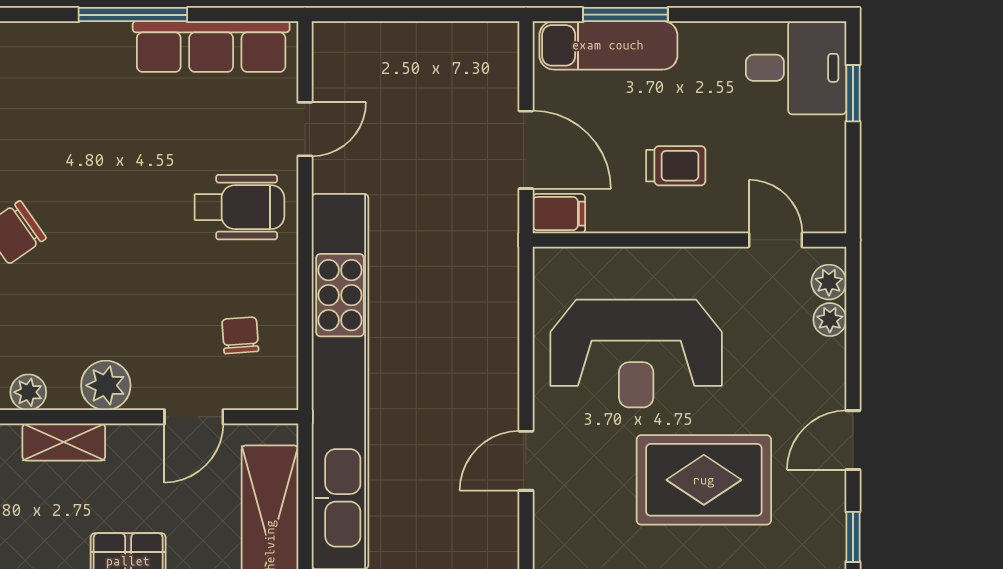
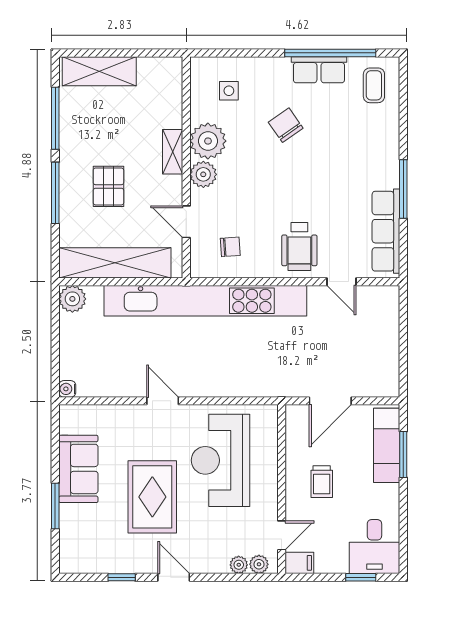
filing cabinet: (559, 214) -> (299, 563), moved, turned -90
plant: (28, 392) -> (208, 141), width x1.87, depth x1.87

